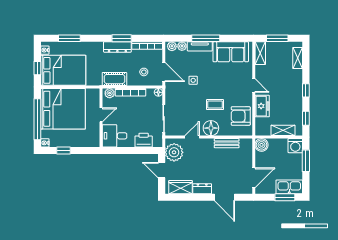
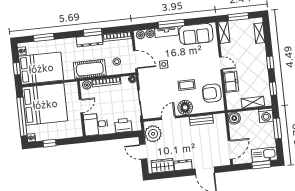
cot: (114, 79) -> (90, 69), width x1.37, depth x1.34

